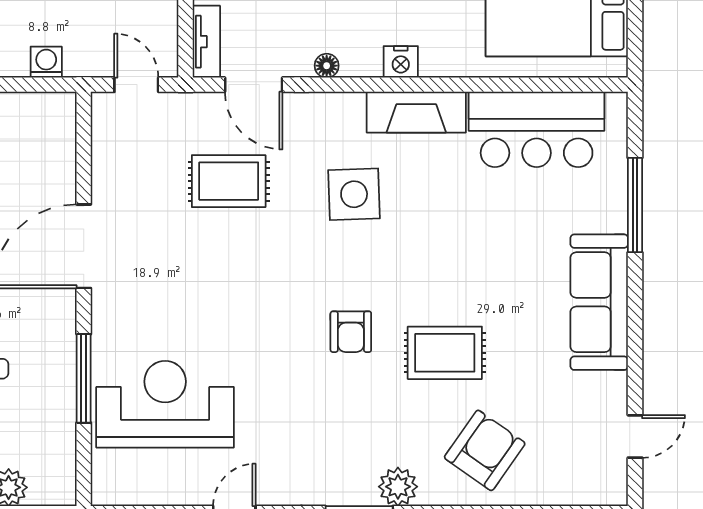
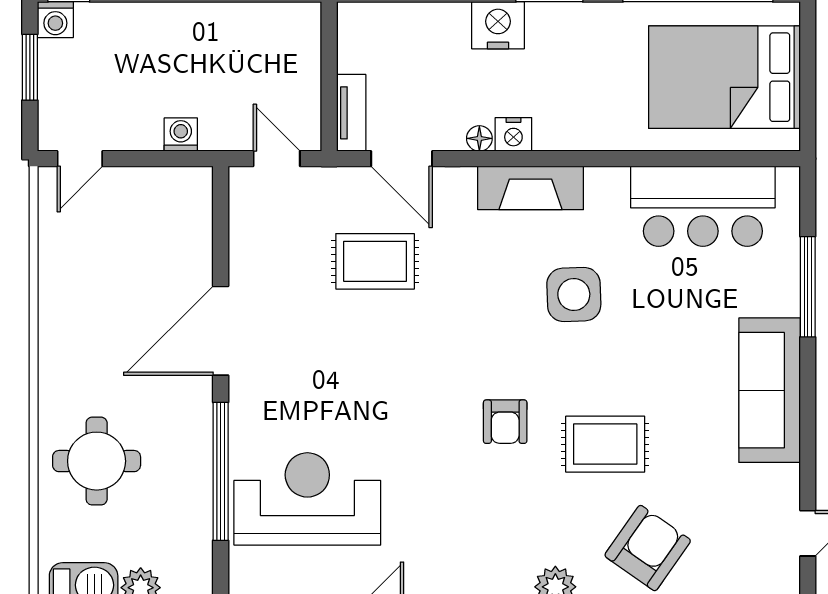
nightstand: (401, 62) -> (513, 134), moved
fireplace: (416, 112) -> (531, 188), moved
side table: (354, 194) -> (574, 295), moved
window: (84, 378) -> (221, 471), width x1.46

